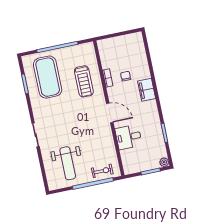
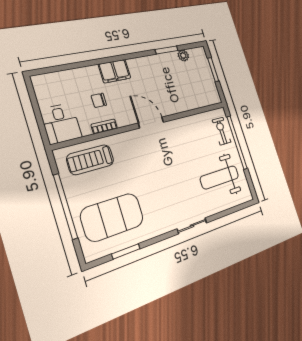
treadmill: (84, 81) -> (90, 160), moved, turned 180
door: (110, 113) -> (151, 123), hinge flipped
desk: (129, 137) -> (61, 123), moved
plant: (164, 162) -> (183, 55), moved
weight bench: (68, 163) -> (220, 177), turned 180

